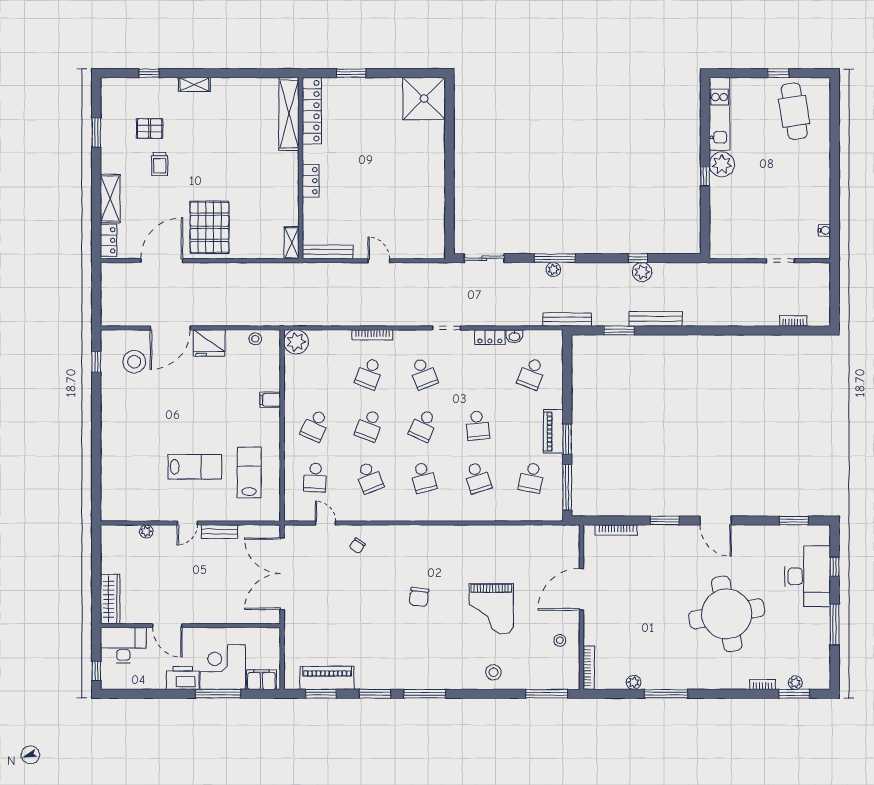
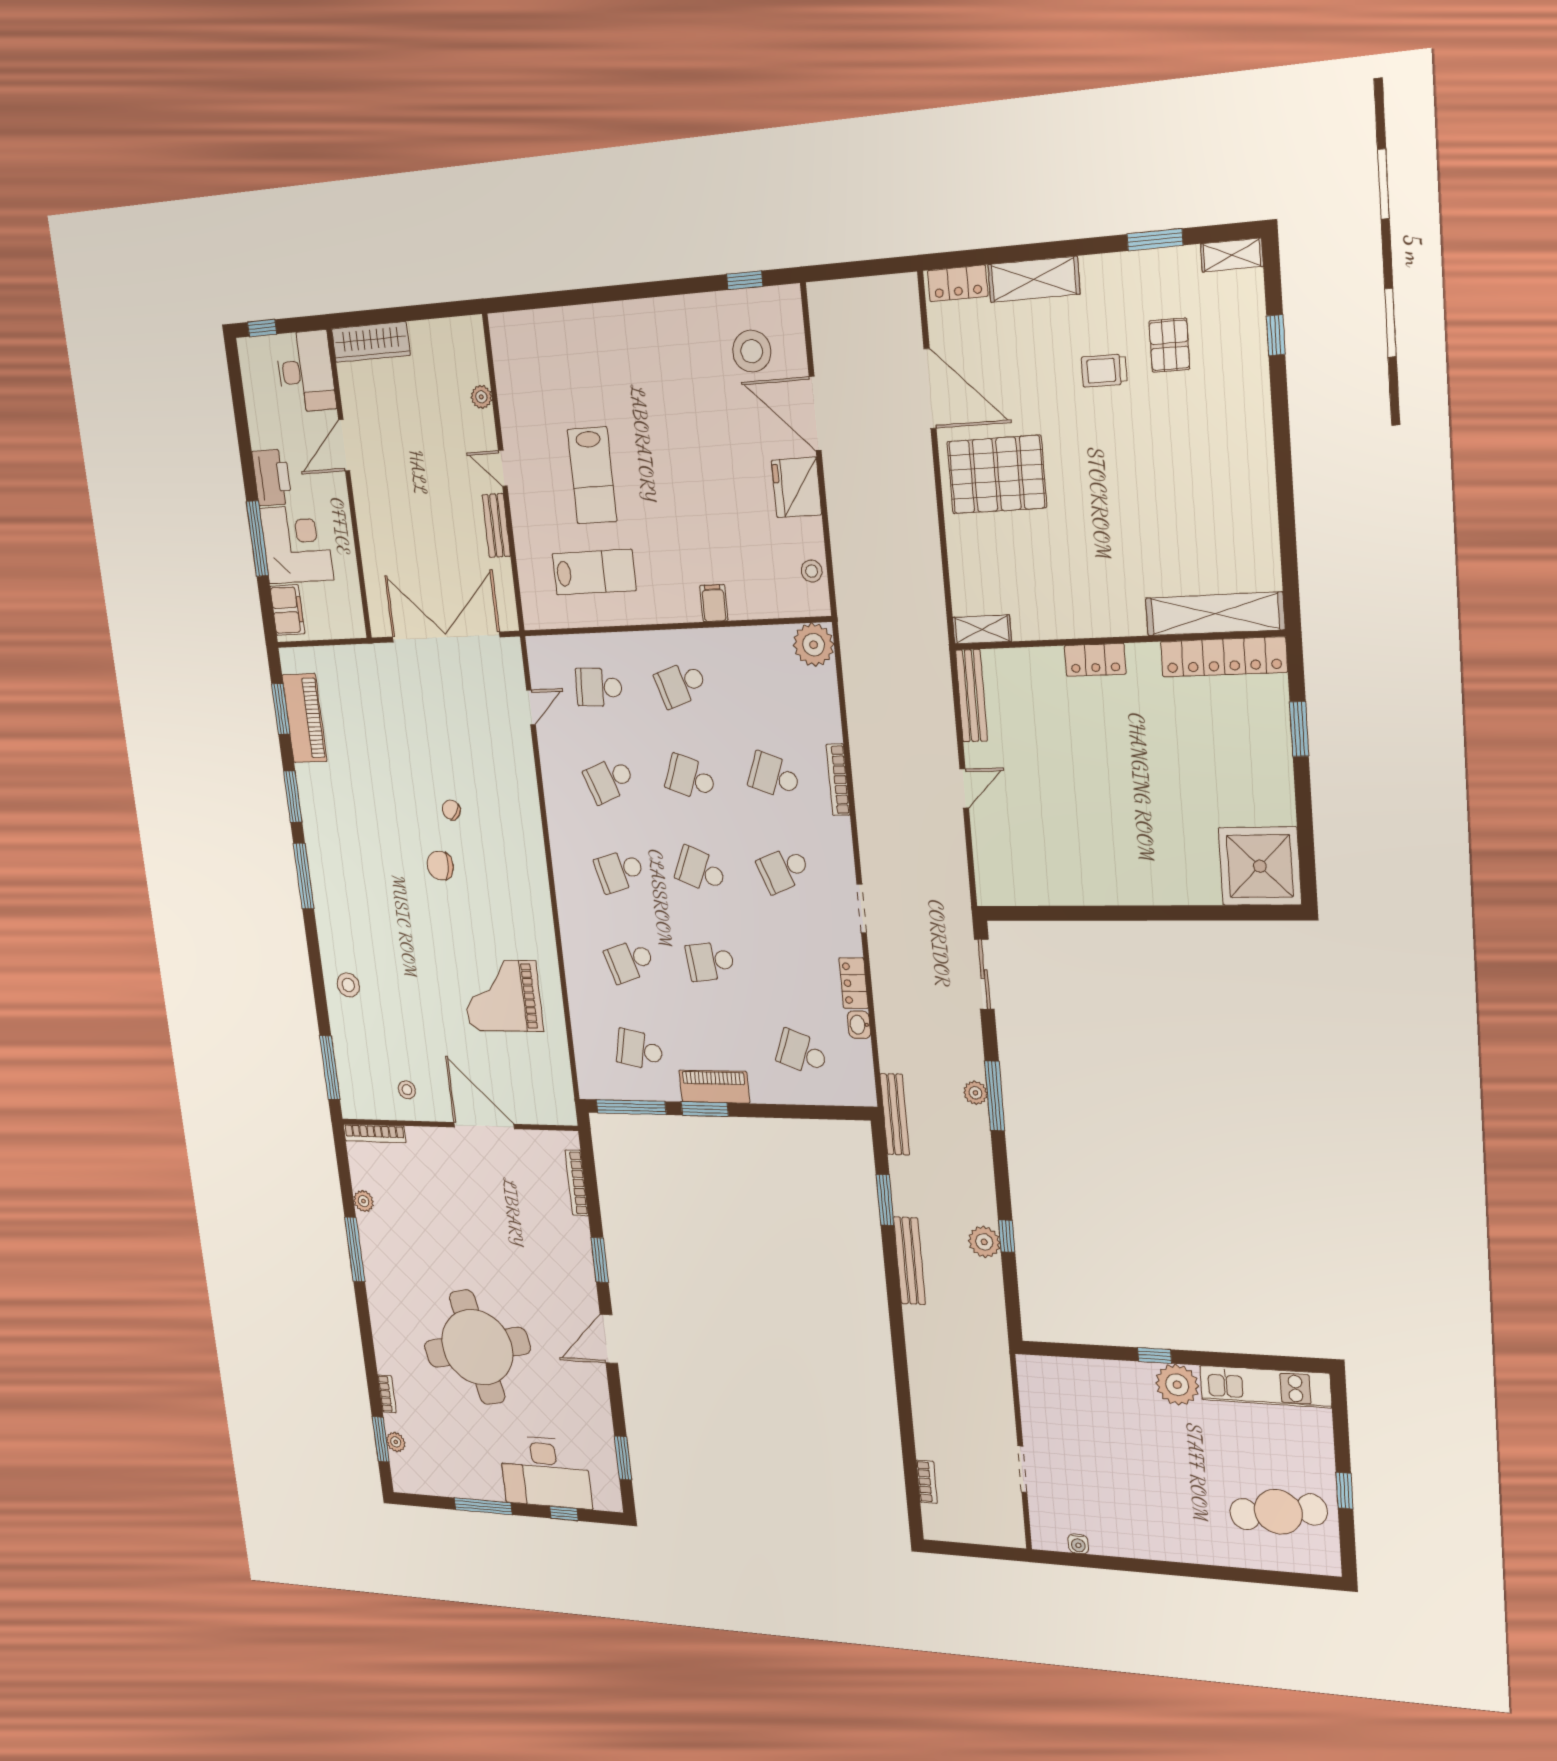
shelving: (194, 84) -> (1232, 255), moved, turned 90
school desk: (315, 425) -> (681, 684), turned -42
chair: (357, 546) -> (451, 810), moved
grand piano: (491, 609) -> (502, 996), moved

